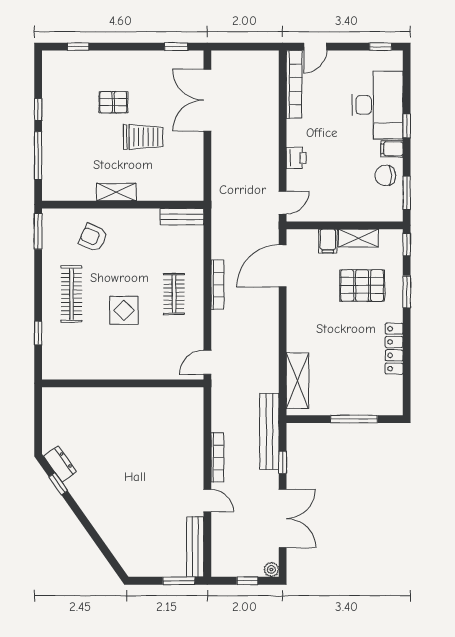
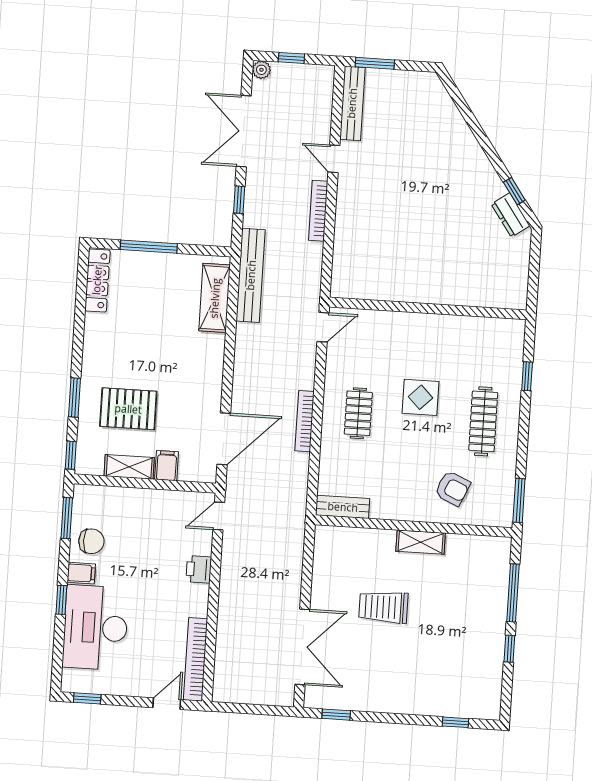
pallet: (113, 102) -> (417, 652), removed
locker: (394, 349) -> (97, 280), moved
bench: (269, 431) -> (251, 275), moved

